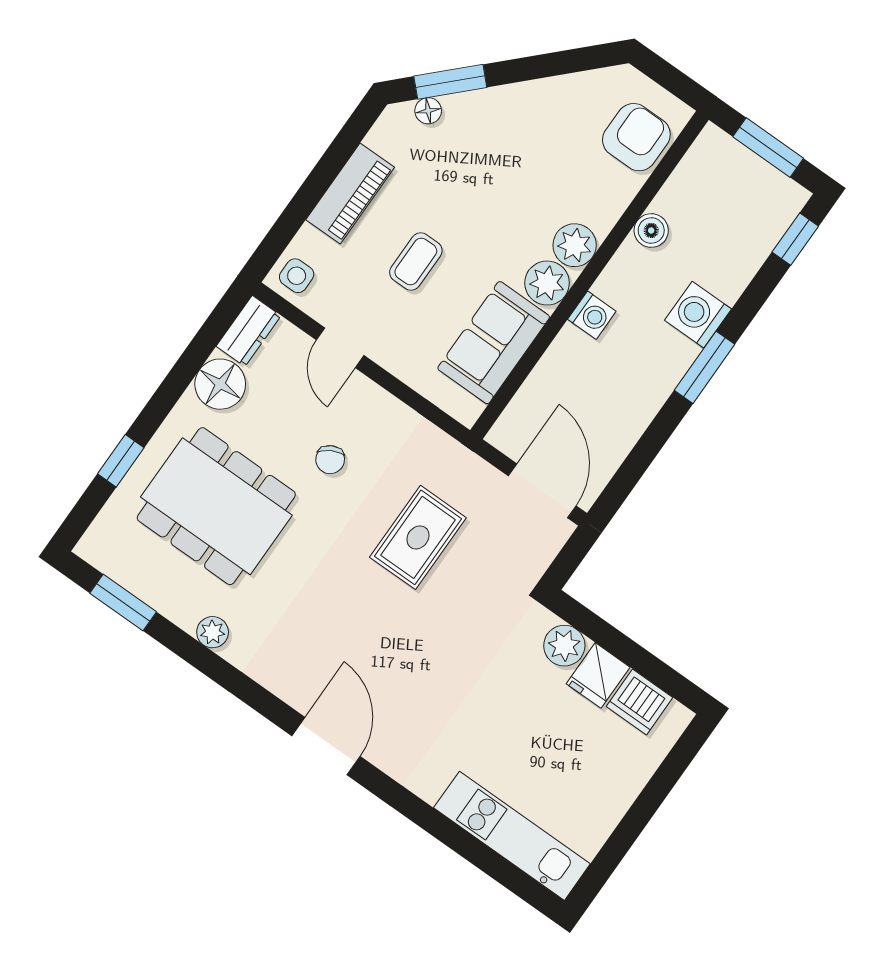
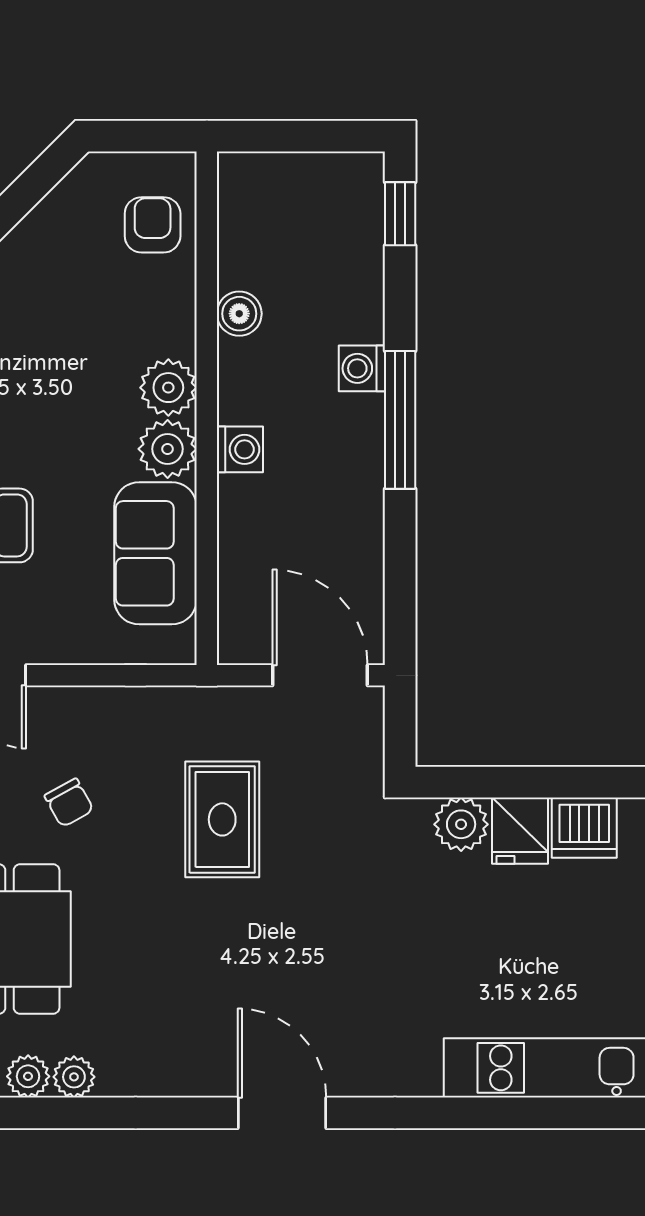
armchair: (636, 137) -> (153, 225), width x0.72, depth x0.72
window: (768, 147) -> (302, 136), removed
washing machine: (698, 315) -> (362, 368), width x0.73, depth x0.73
window: (704, 367) -> (400, 420), width x1.44
plant: (184, 612) -> (28, 1076), added

